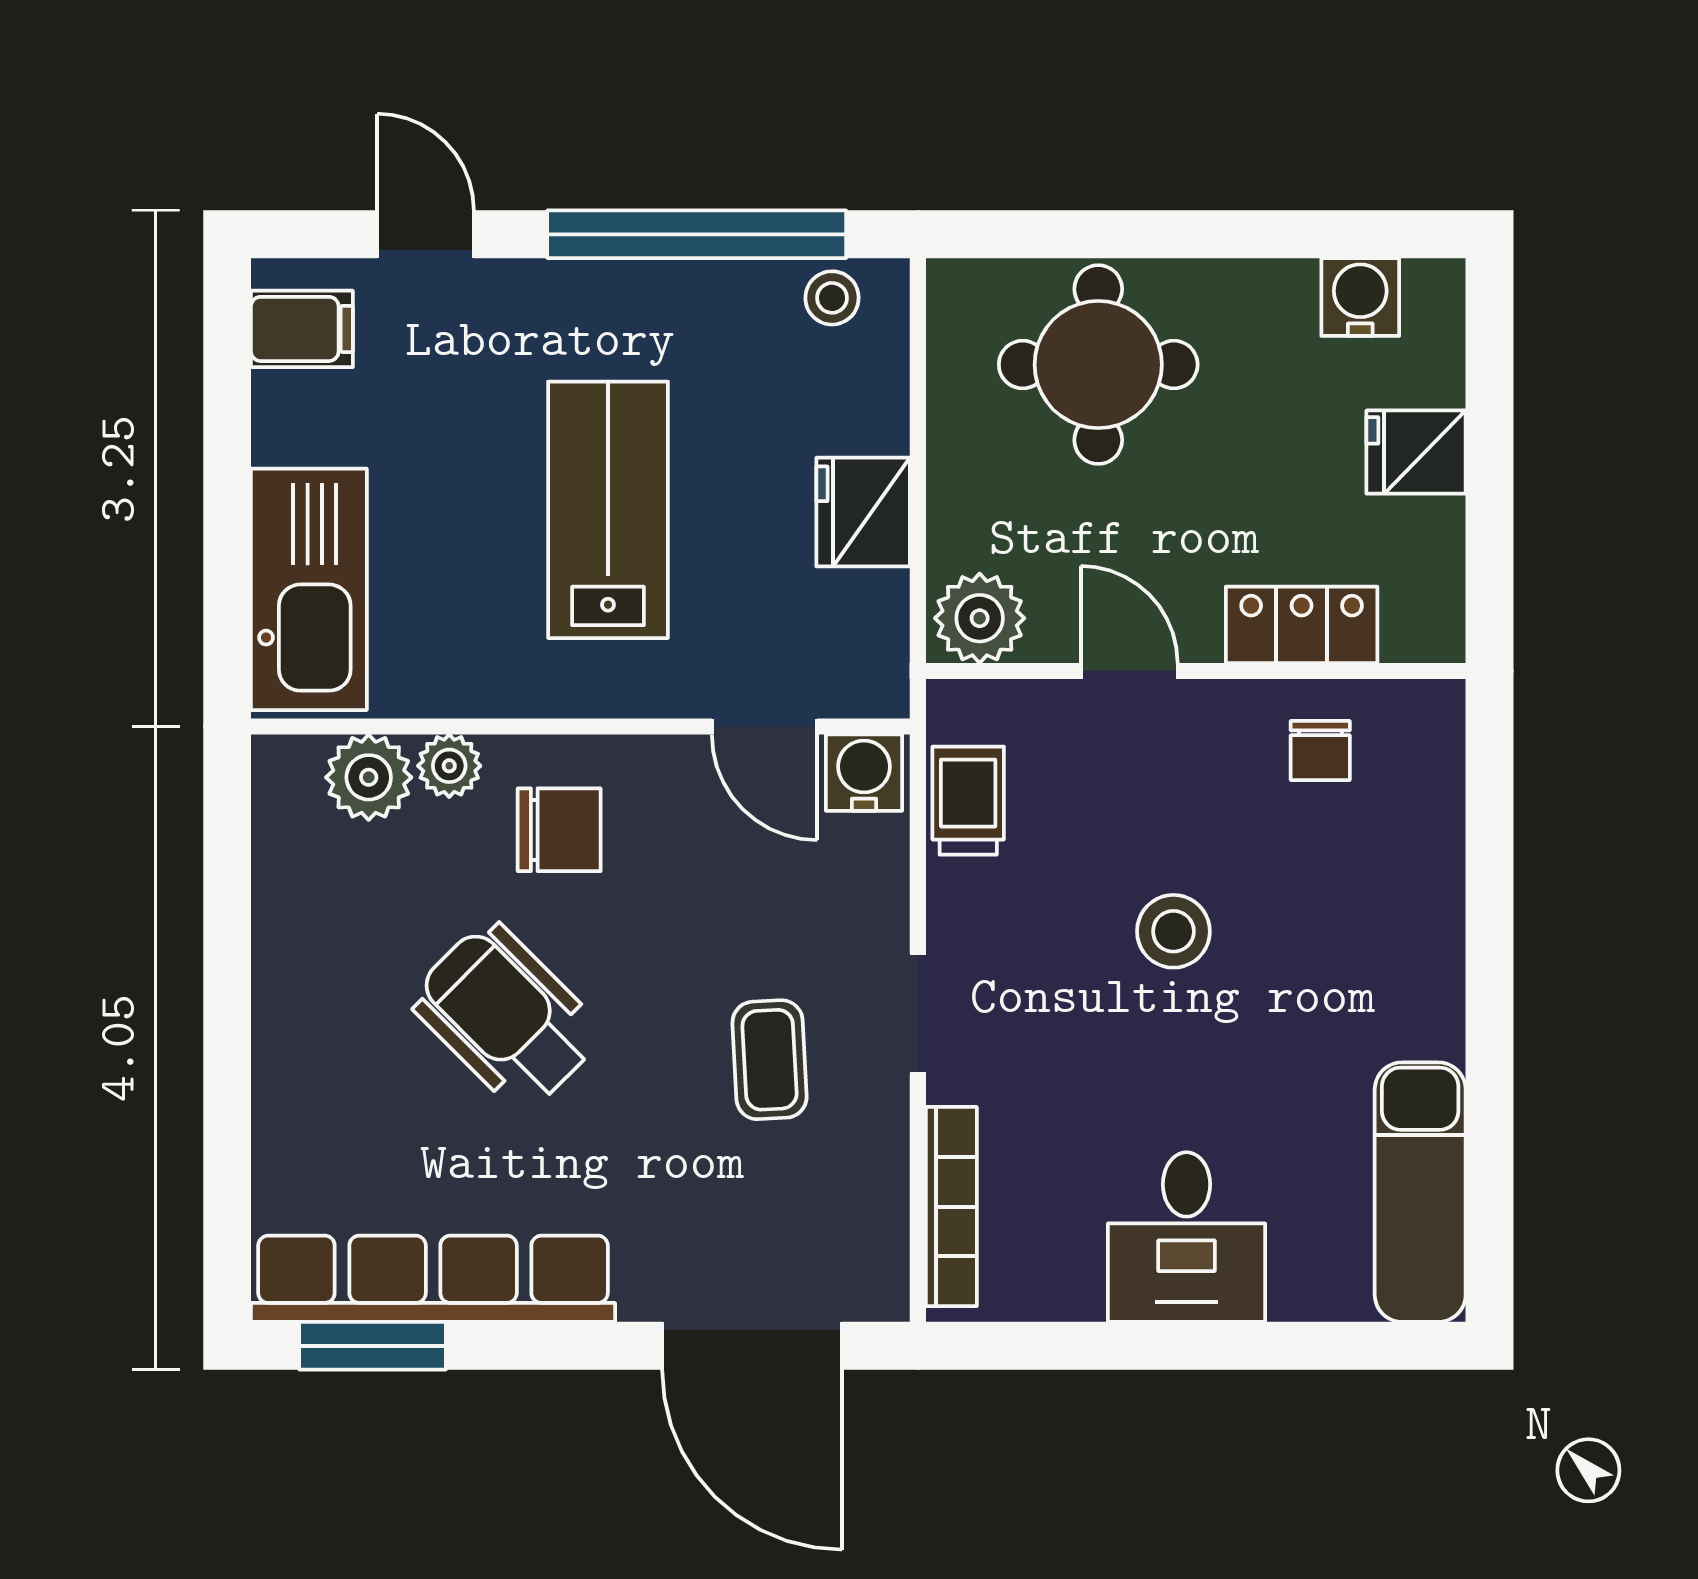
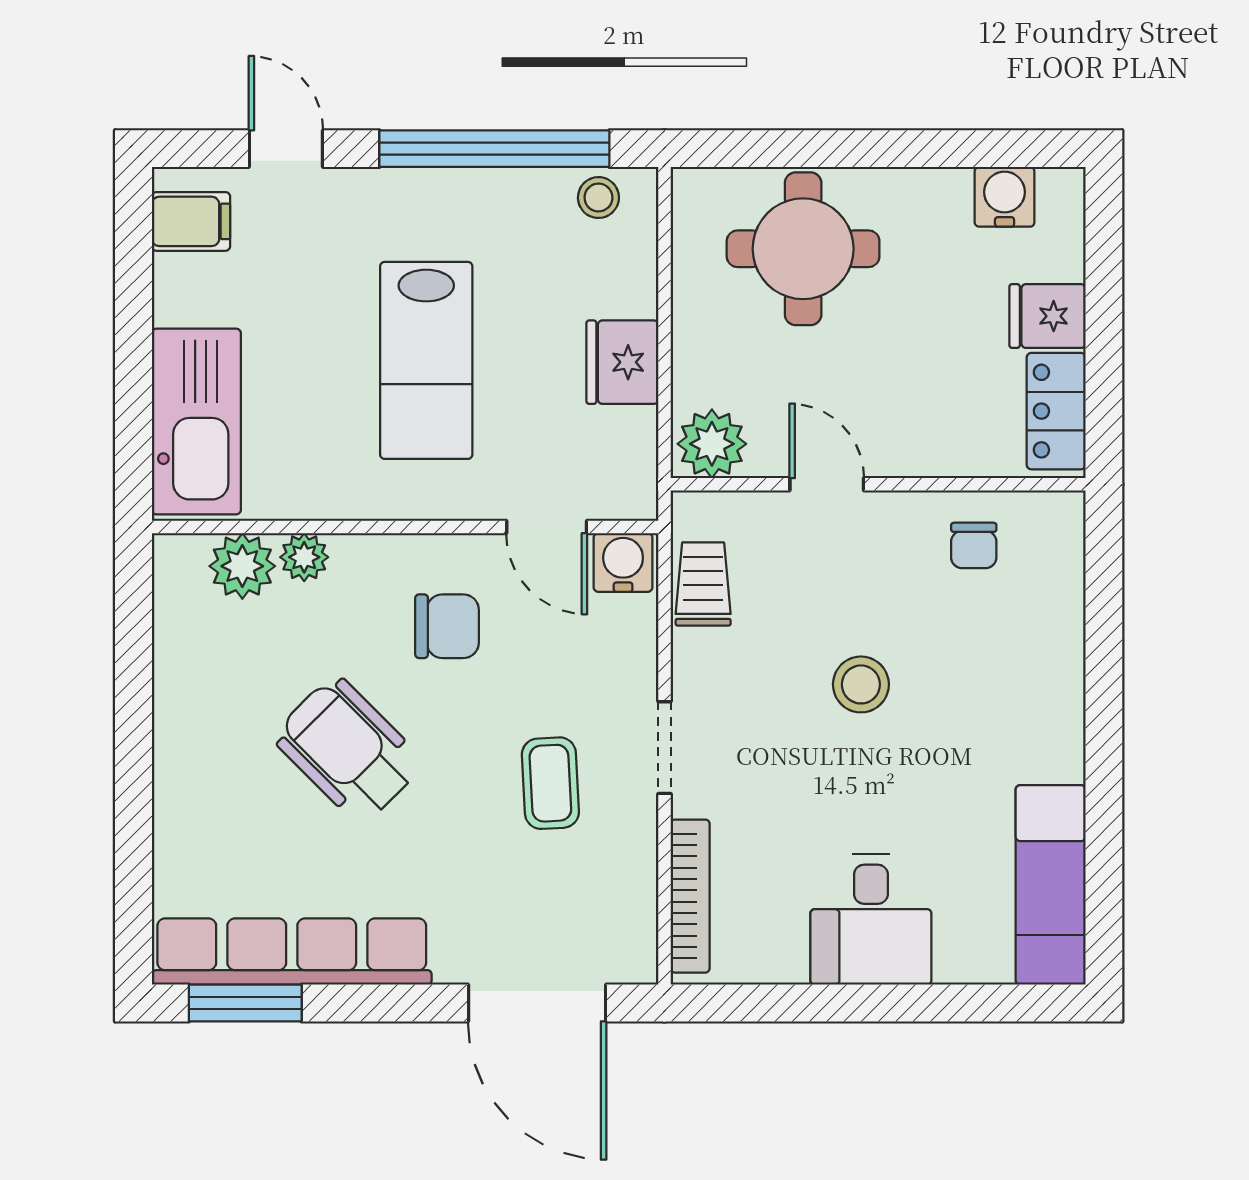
lab bench: (608, 510) -> (426, 360), turned 180
locker: (1302, 625) -> (1056, 411), moved, turned -90
chair: (559, 830) -> (447, 626), moved

